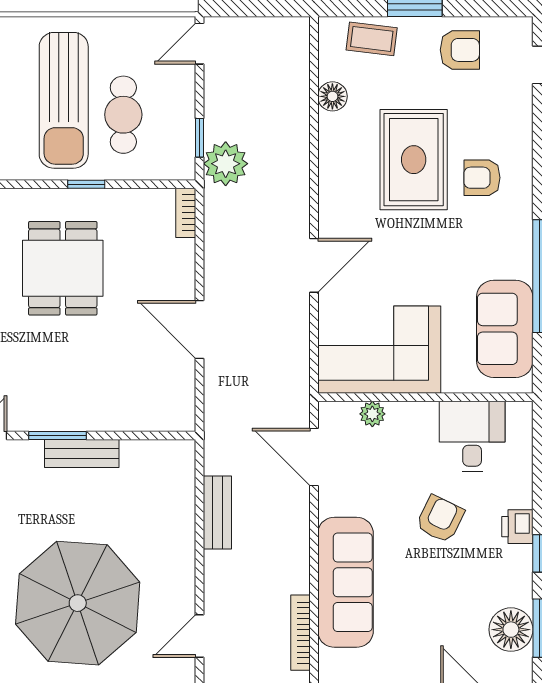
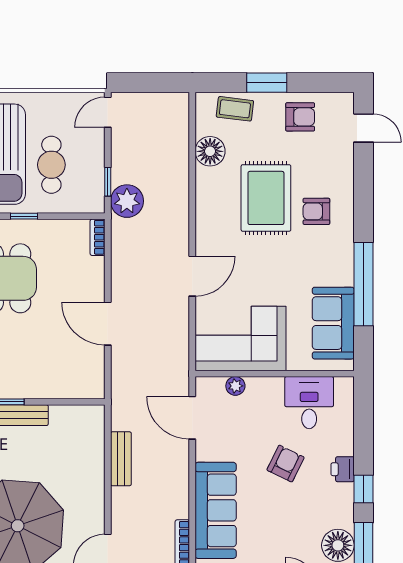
floor lamp: (332, 96) -> (210, 151), width x1.38, depth x1.38

